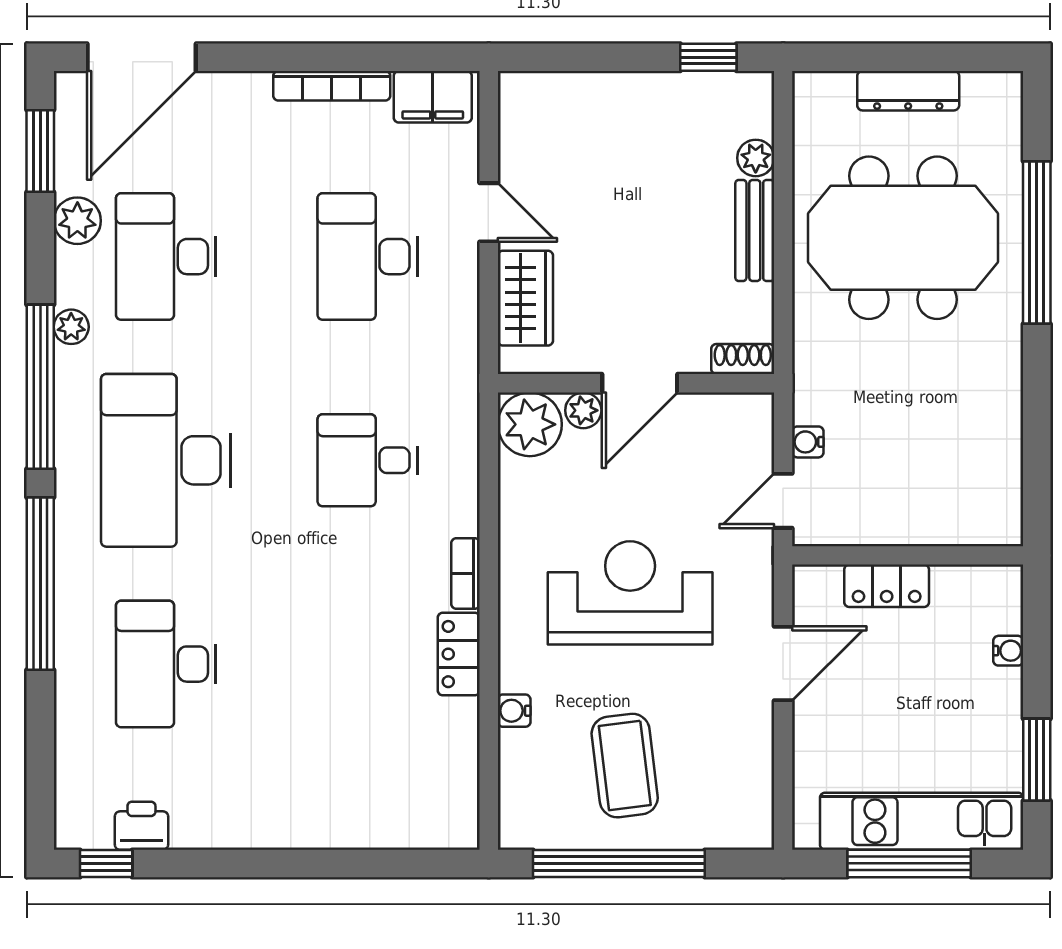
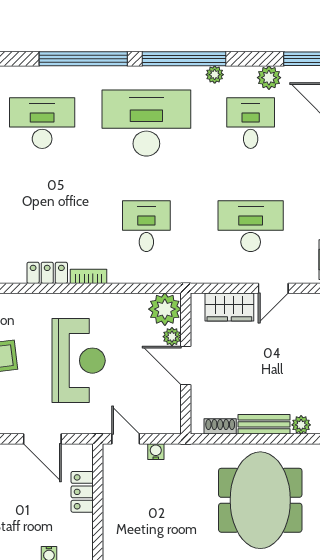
desk: (166, 257) -> (251, 123), width x0.73
shoe rack: (743, 359) -> (220, 426), moved, turned -90
water cooler: (514, 711) -> (18, 301), removed

